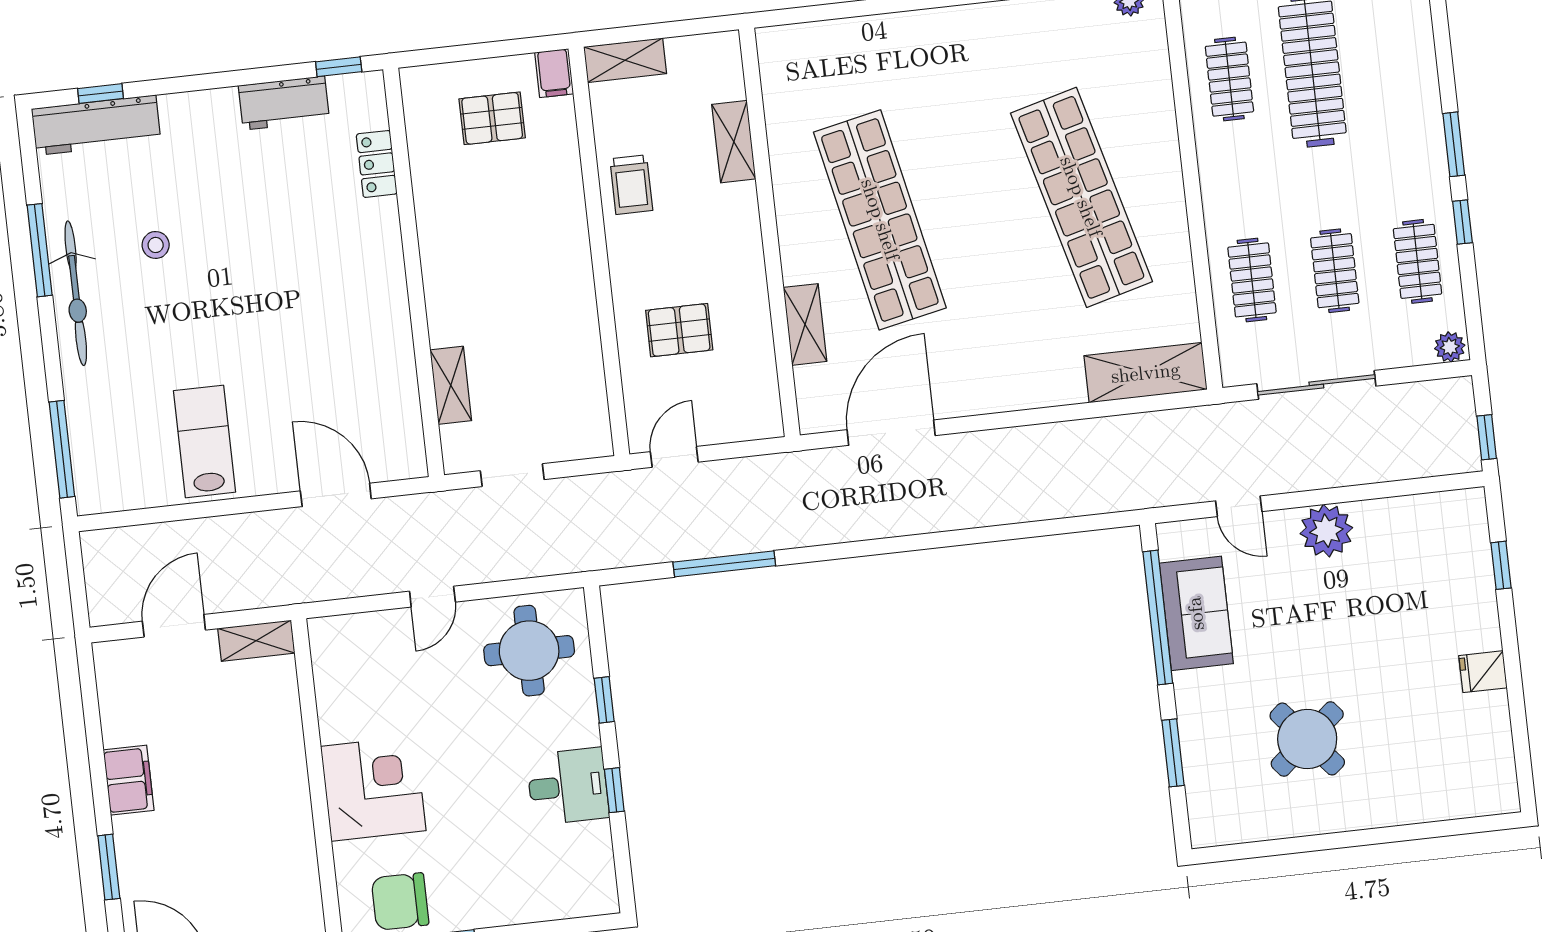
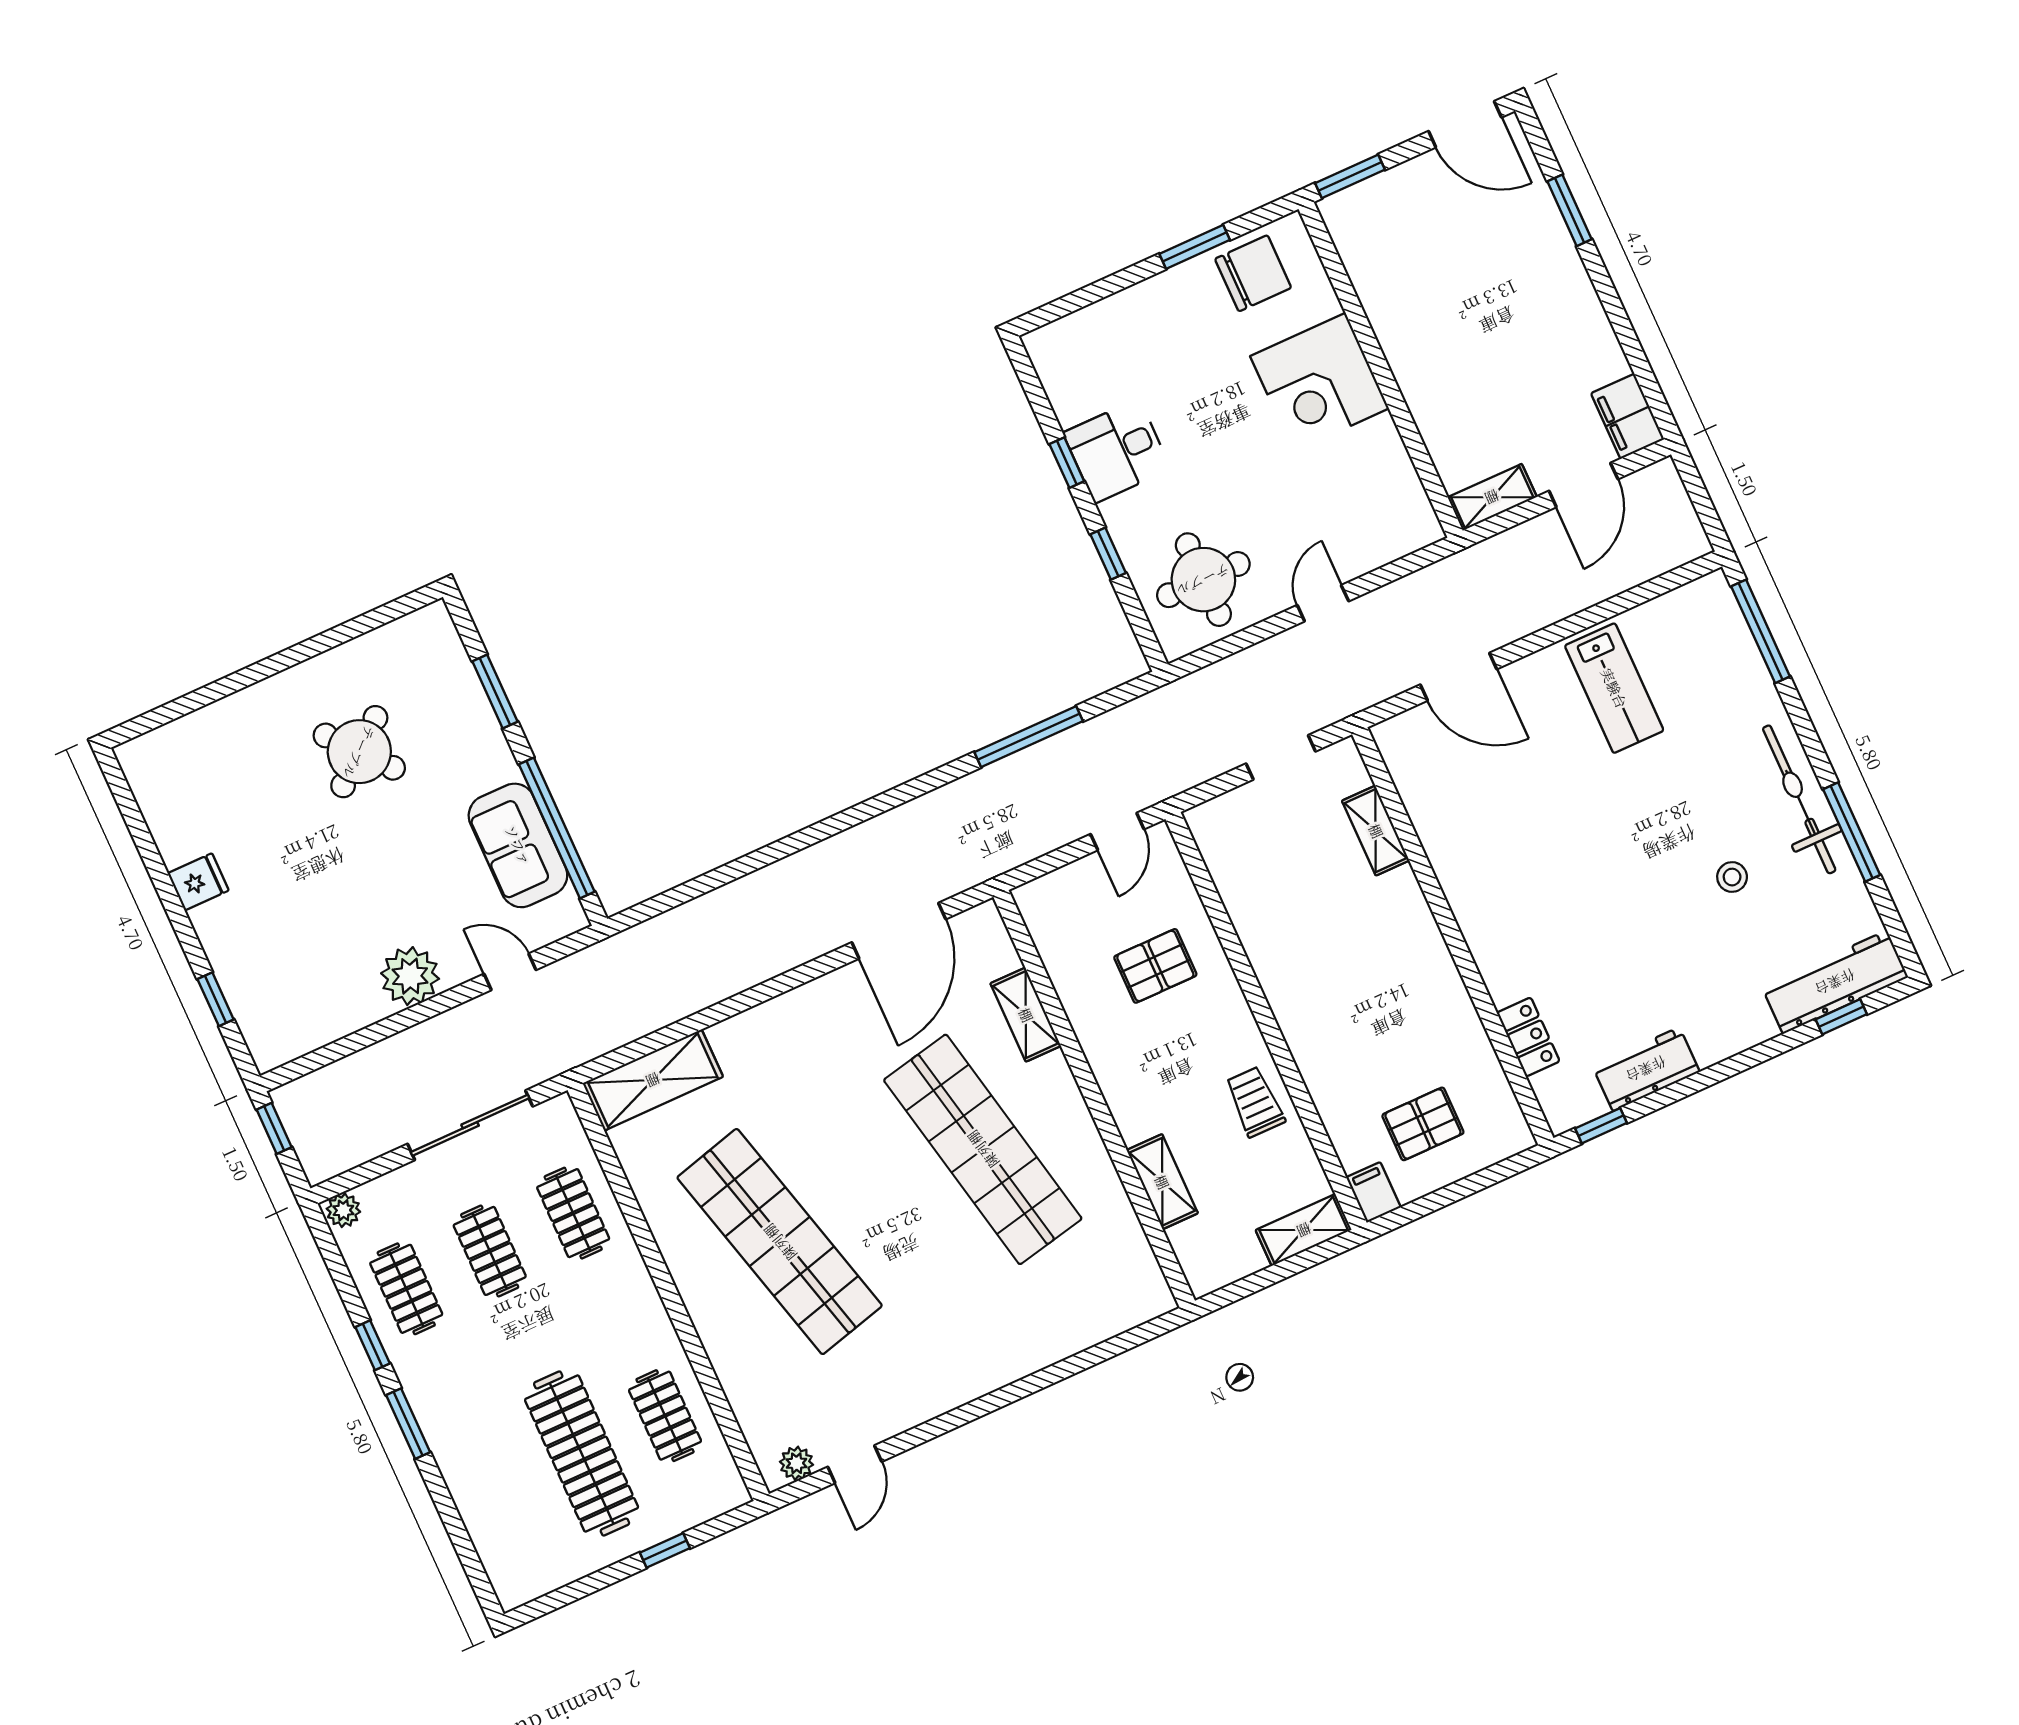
filing cabinet: (129, 780) -> (1628, 416), moved

